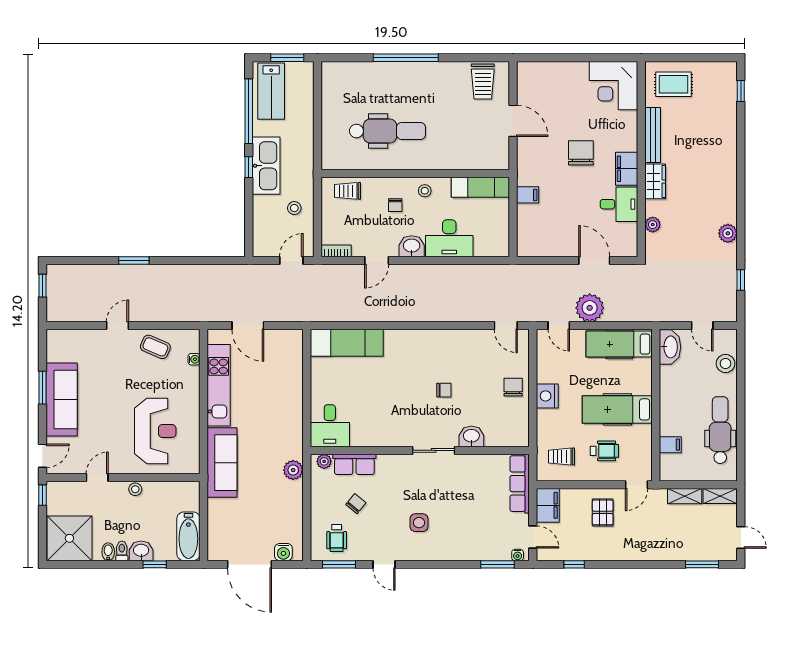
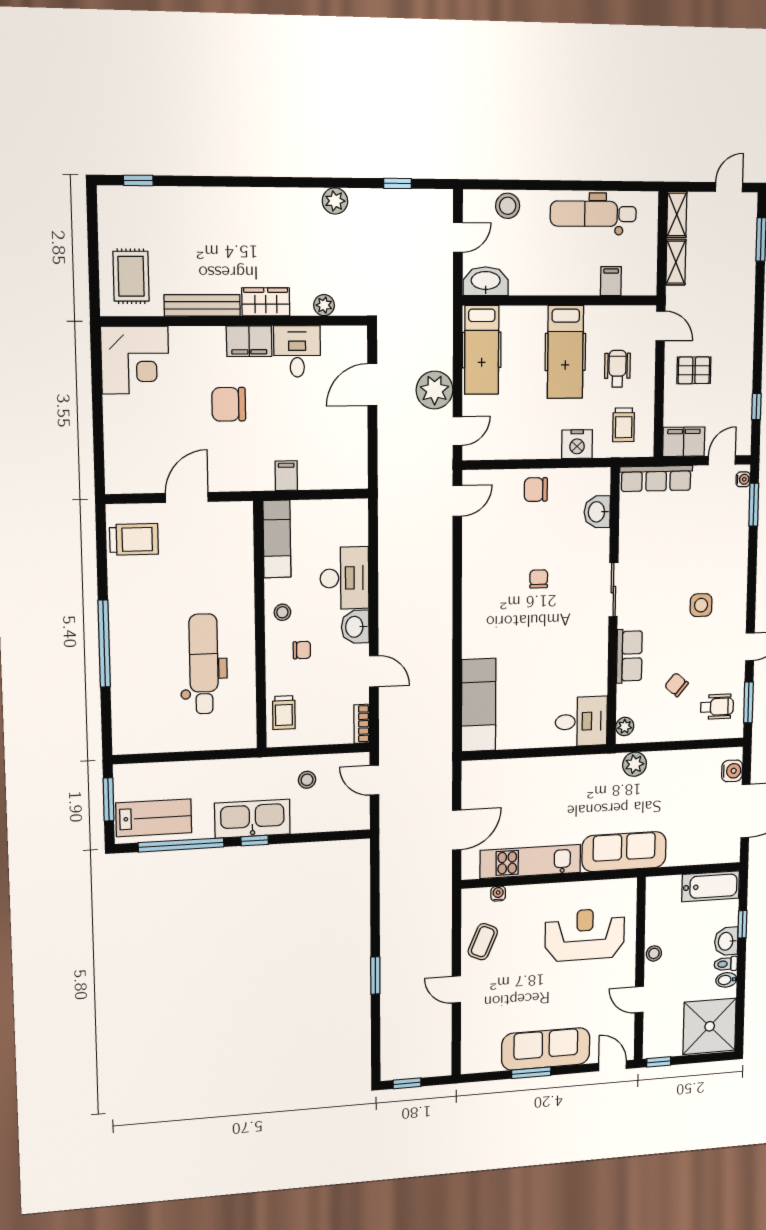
nightstand: (547, 396) -> (577, 444), moved
washbasin: (471, 436) -> (597, 512), moved
row of seats: (354, 464) -> (629, 656), moved

